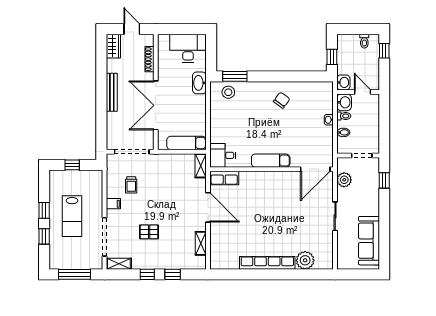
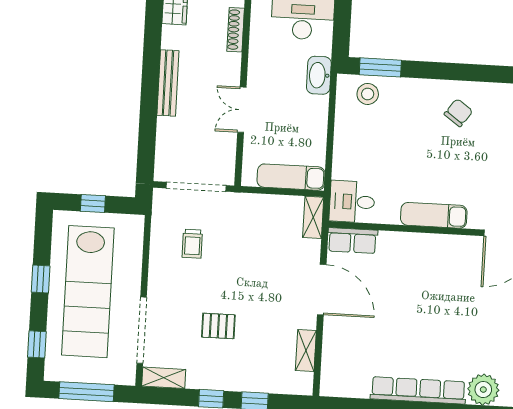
double door: (156, 105) -> (242, 110), width x0.54
filing cabinet: (113, 204) -> (160, 274), removed
lab bench: (72, 216) -> (88, 292), width x1.86, depth x1.39
window: (44, 236) -> (37, 344), moved

